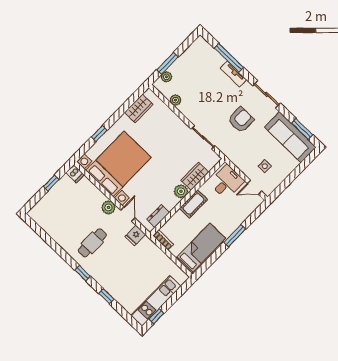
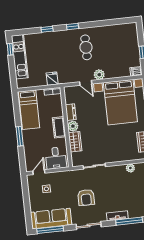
window: (302, 129) -> (50, 230), width x1.44
dresser: (158, 216) -> (71, 112), moved
fridge: (135, 235) -> (52, 79), moved

